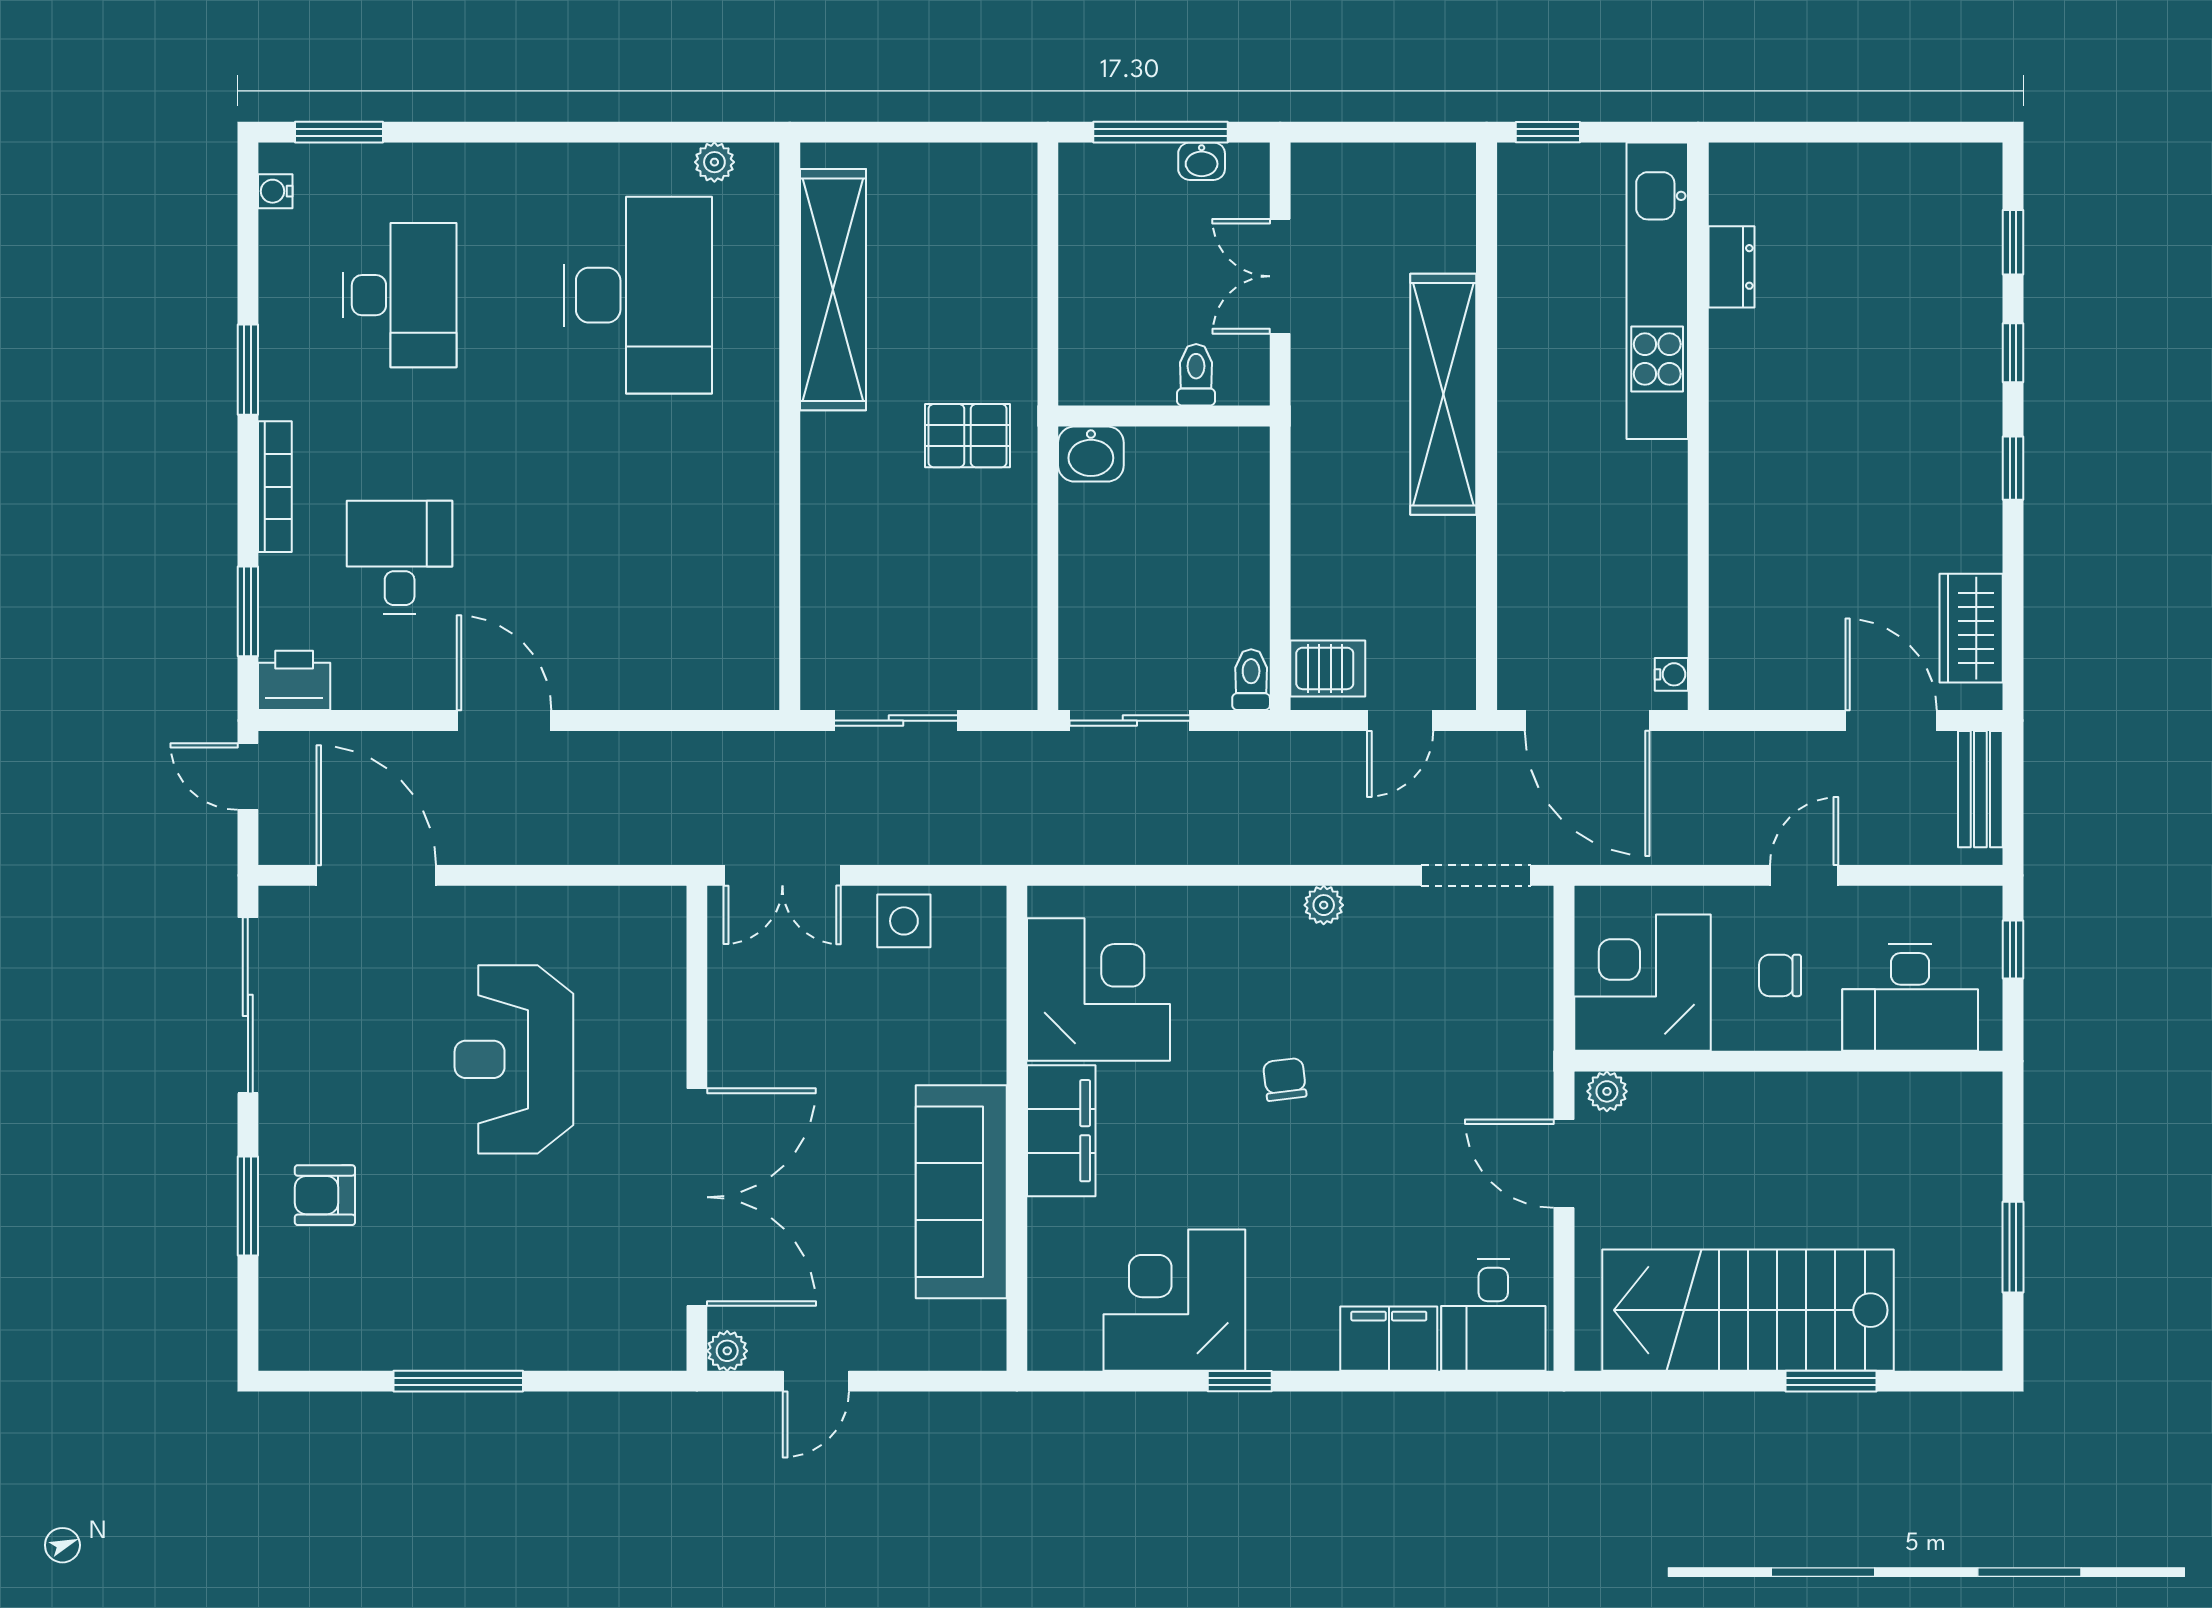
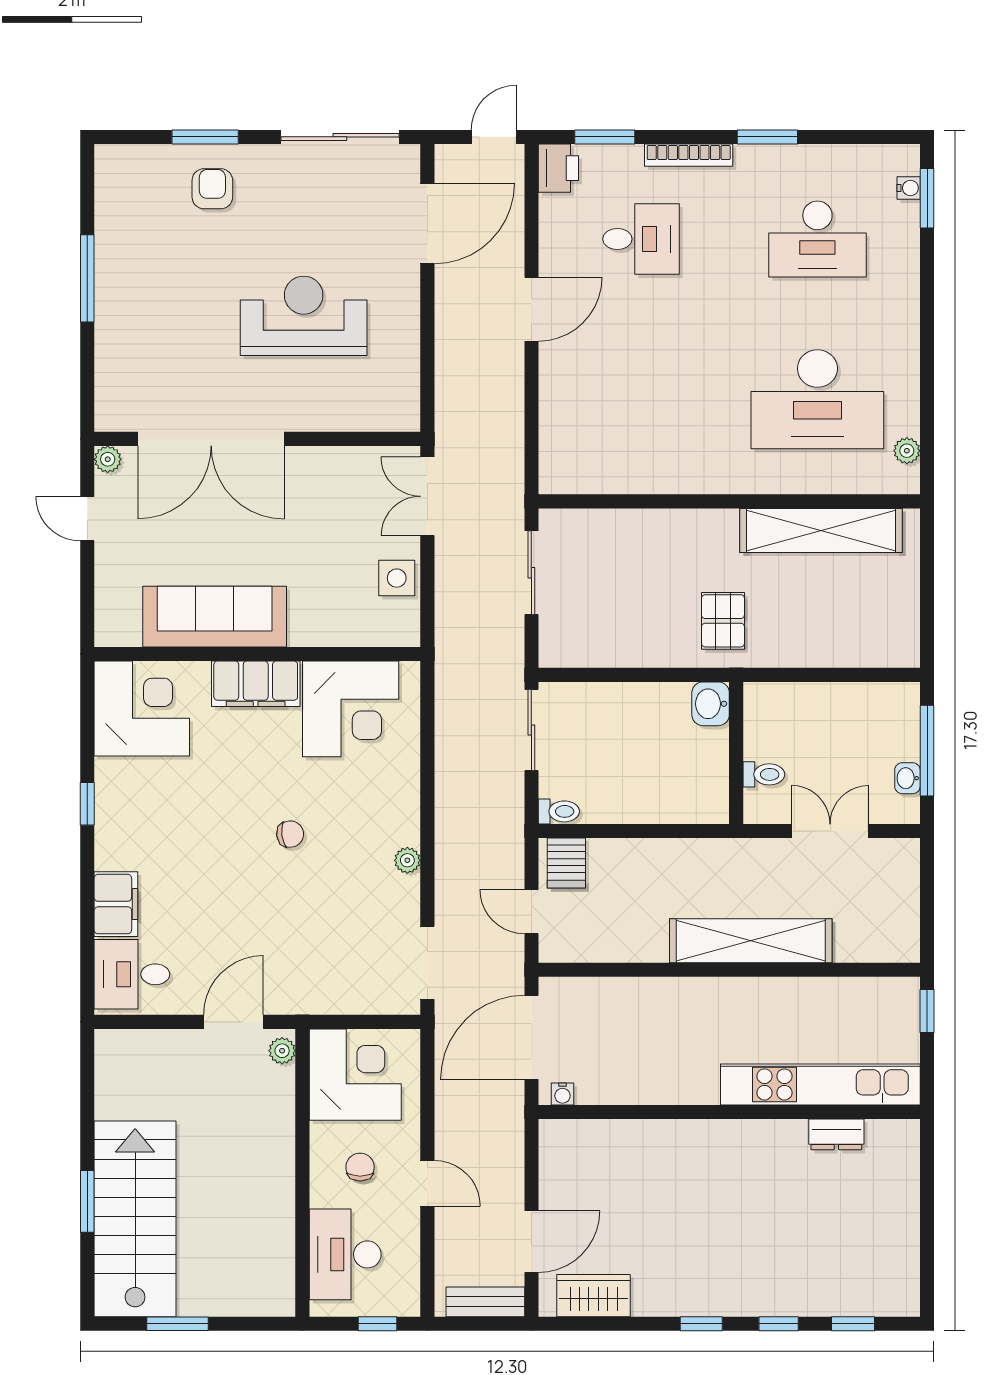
water cooler: (275, 191) -> (909, 188), moved, turned 90
corner desk: (1174, 1300) -> (142, 709), moved
stairs: (1748, 1310) -> (135, 1219), moved

